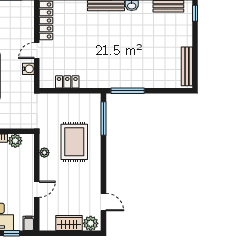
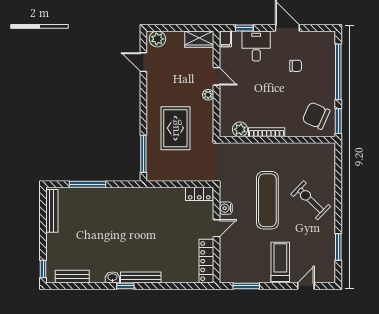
locker: (67, 82) -> (199, 194), moved
window: (128, 91) -> (87, 184), moved
plant: (44, 153) -> (208, 95), moved
door: (37, 189) -> (216, 76), swing flipped
wardrobe: (69, 223) -> (199, 39), moved

